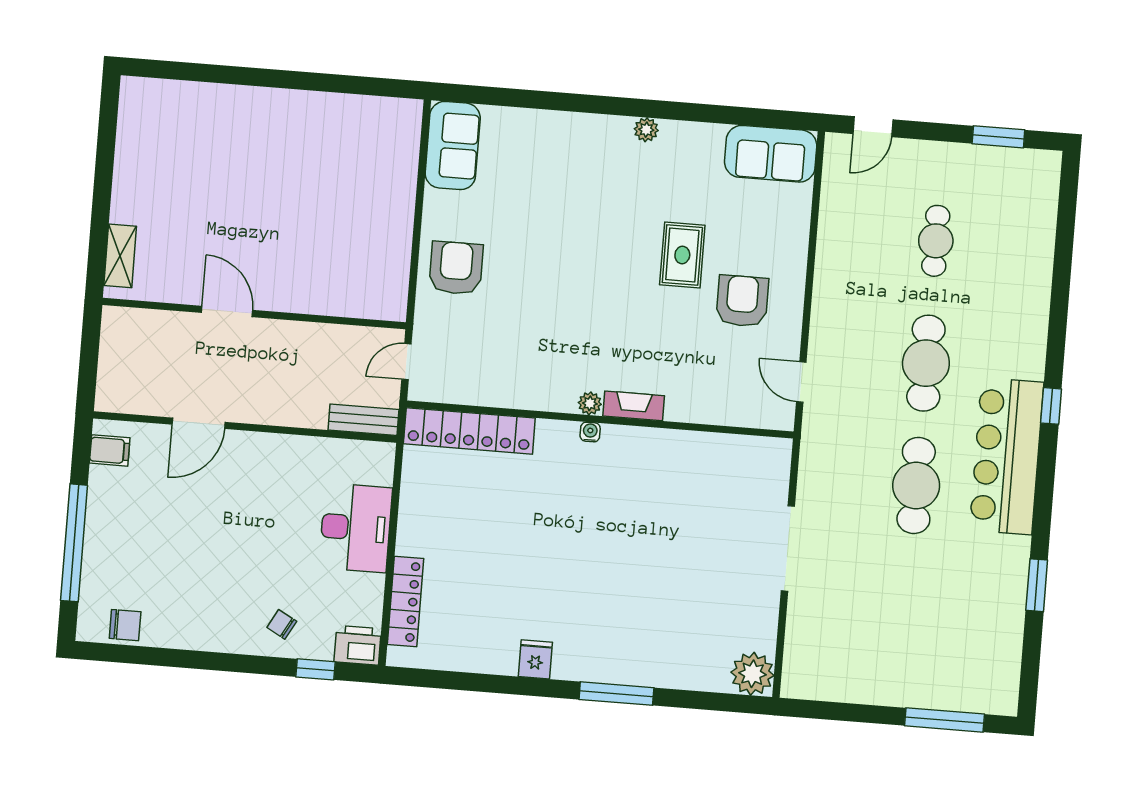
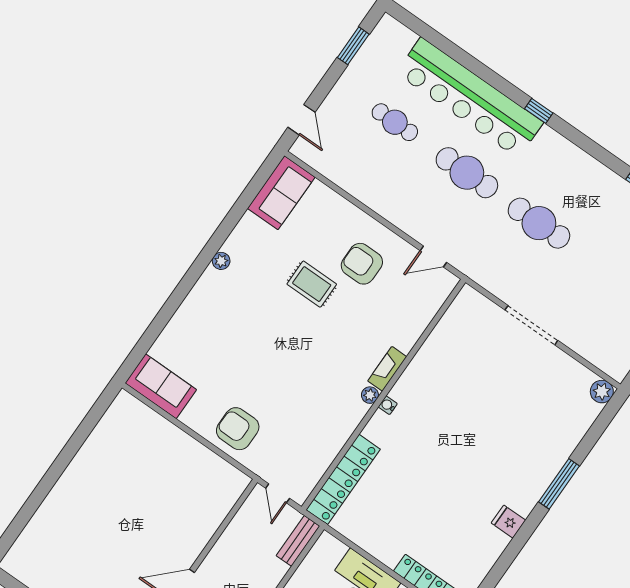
bar counter: (1007, 456) -> (470, 98), moved, width x1.36
plant: (752, 674) -> (602, 392), width x0.73, depth x0.73

